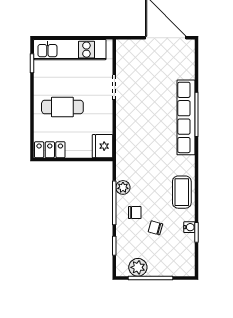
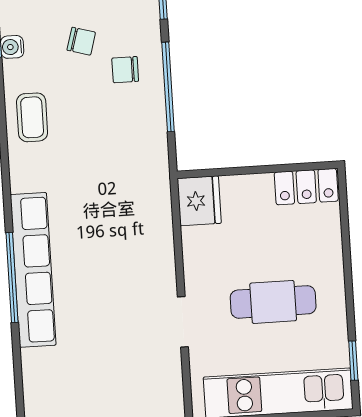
cafe table: (62, 107) -> (273, 302), moved
plant: (123, 187) -> (152, 119), removed
coffee table: (182, 192) -> (32, 117), width x0.73, depth x0.77

